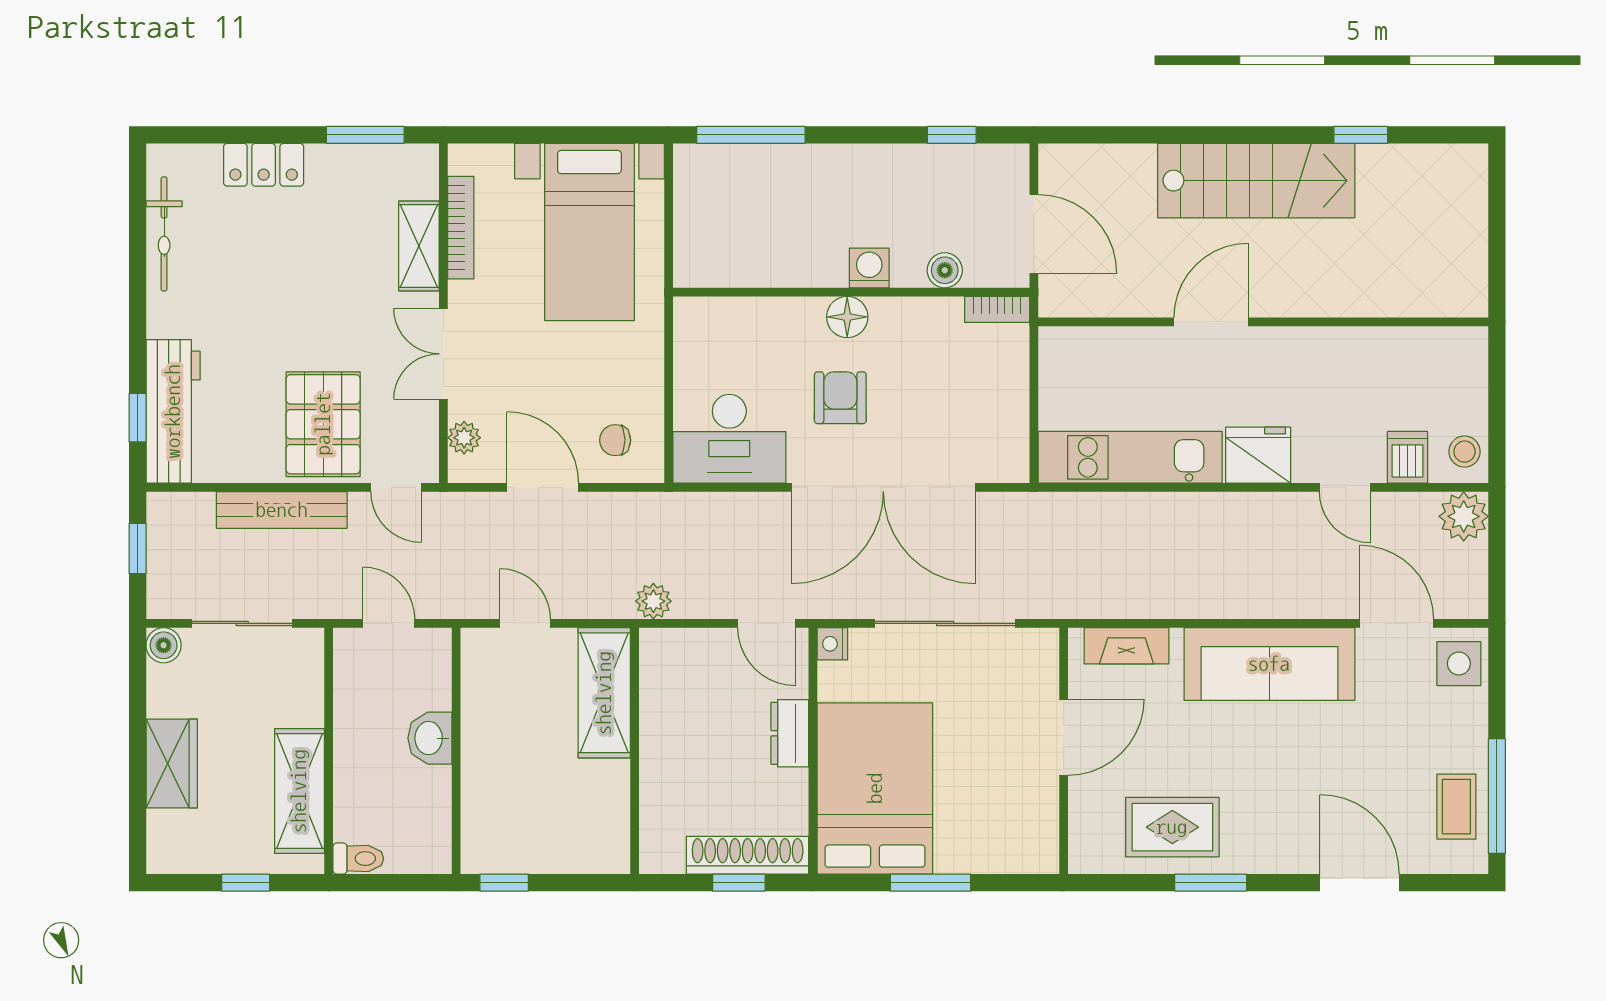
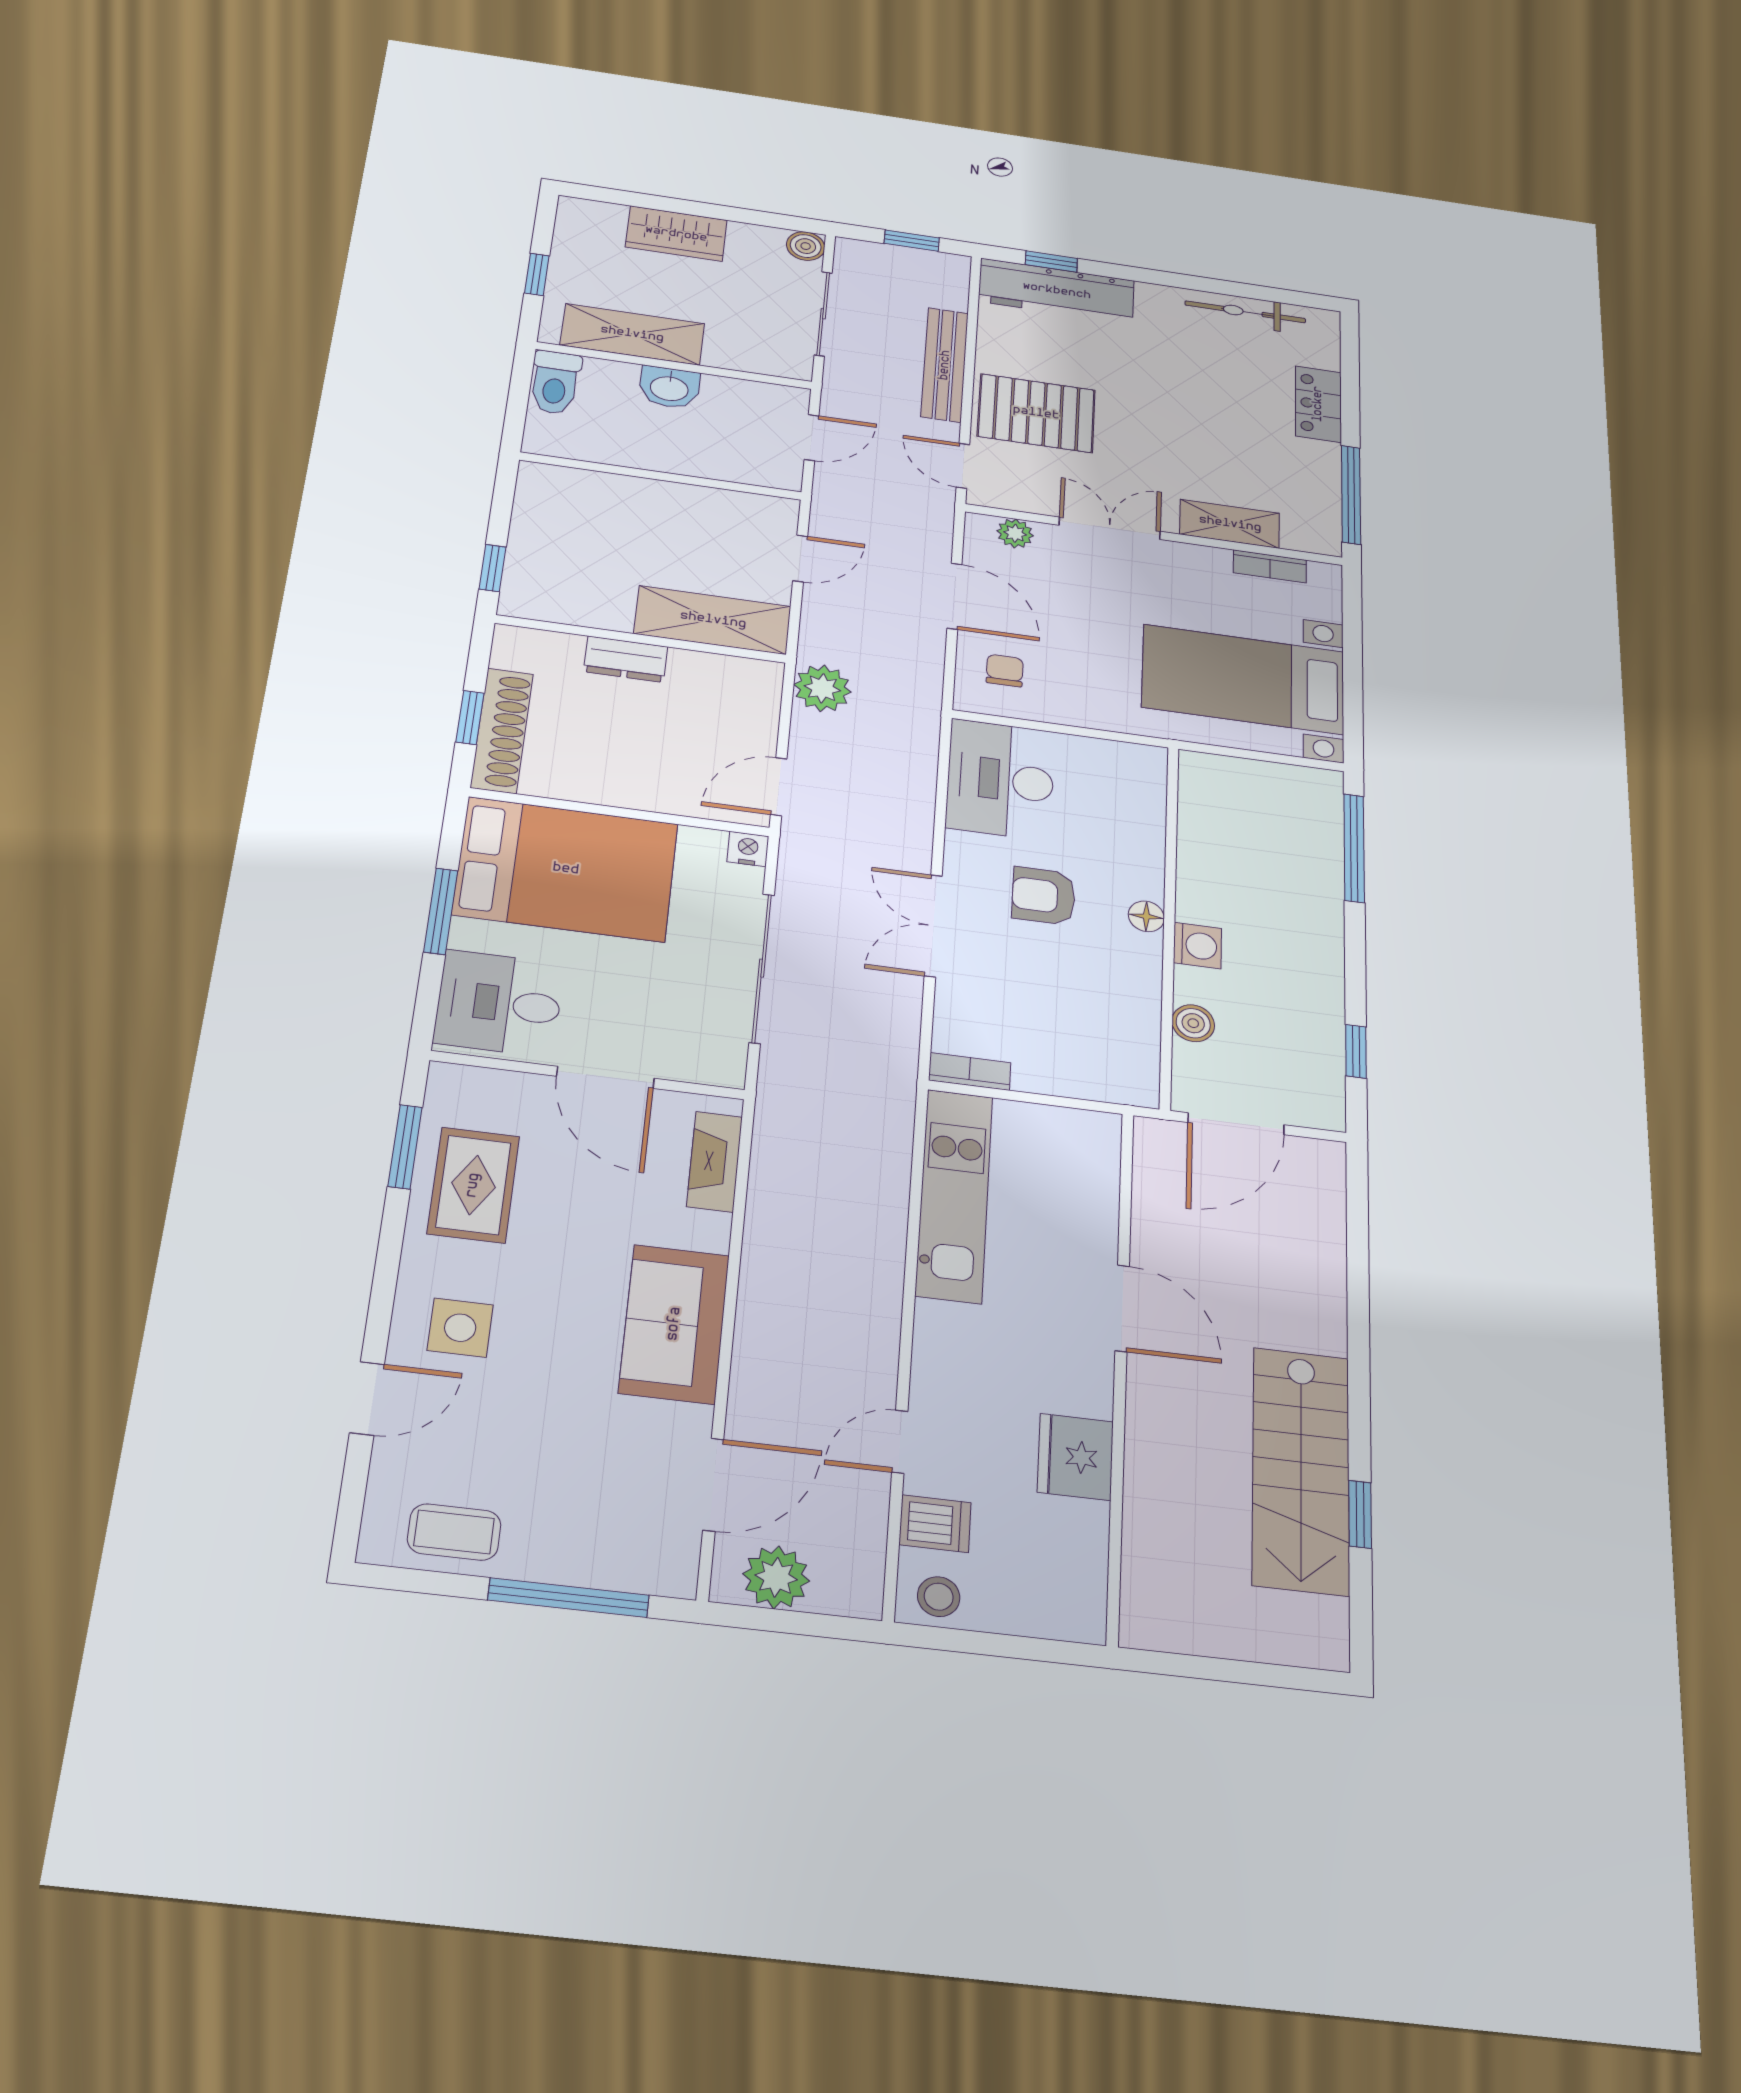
window: (365, 135) -> (1351, 495), width x1.44
stairs: (1256, 181) -> (1301, 1470), moved
bookcase: (461, 228) -> (1270, 566), width x0.64
bookcase: (997, 309) -> (970, 1071), moved, turned 90
floor lamp: (847, 317) -> (1146, 916), width x0.73, depth x0.73
armchair: (840, 398) -> (1044, 896), turned 180
fridge: (1258, 455) -> (1075, 1457), moved, turned 180
door: (396, 487) -> (963, 466), hinge flipped
door: (543, 487) -> (954, 596), hinge flipped
double door: (883, 487) -> (933, 926), width x0.54
plant: (1464, 516) -> (776, 1577), moved
plant: (653, 601) -> (822, 688), width x1.38, depth x1.38
sofa: (1269, 664) -> (674, 1324), width x0.73
side table: (1459, 664) -> (460, 1328), moved
dresser: (790, 733) -> (626, 659), moved, turned 180
washbasin: (430, 738) -> (669, 388), moved, turned 180
window: (1497, 796) -> (569, 1598), moved
desk: (1009, 827) -> (499, 1003), added
toilet: (358, 859) -> (555, 383), width x1.37, depth x1.39
window: (504, 883) -> (492, 568), moved
window: (1211, 883) -> (405, 1147), moved
door: (1359, 883) -> (367, 1398), width x0.73

